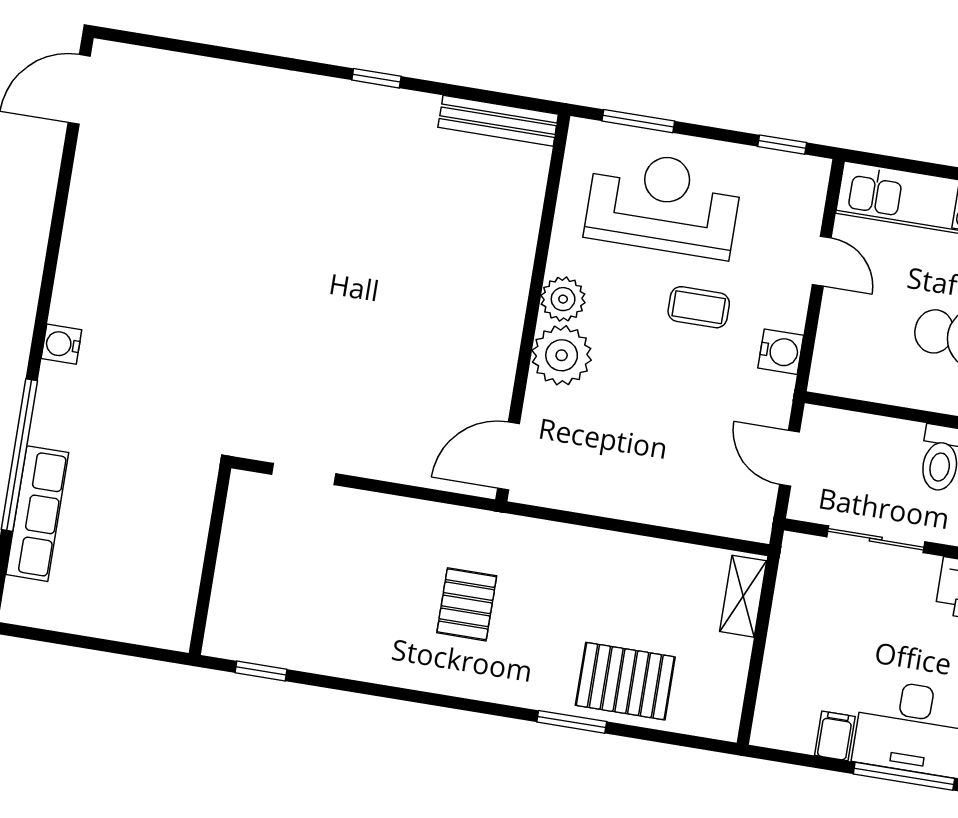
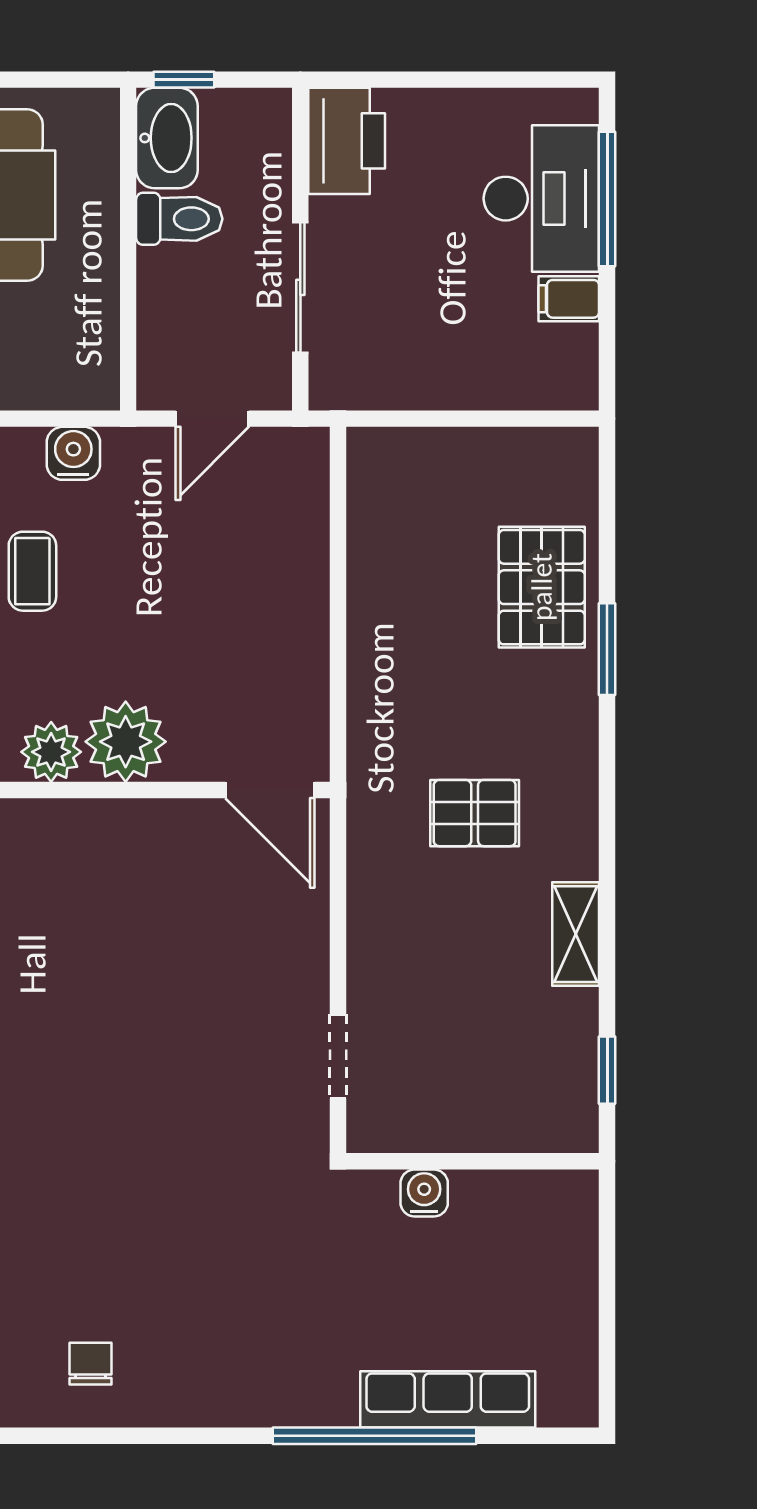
chair: (107, 254) -> (90, 1364), added
water cooler: (61, 344) -> (424, 1193), moved, turned 180
shelving: (743, 596) -> (576, 934), moved, turned 90

